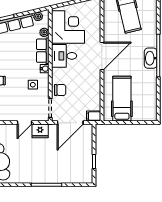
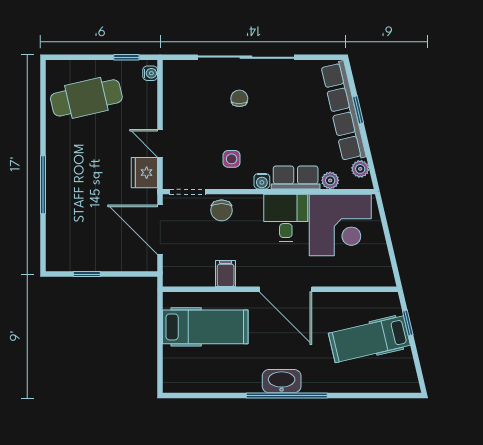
filing cabinet: (94, 116) -> (226, 274), moved

